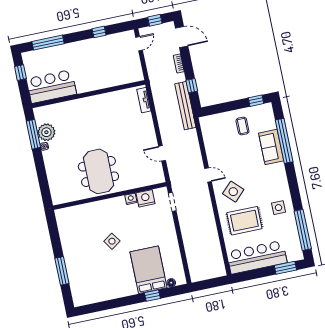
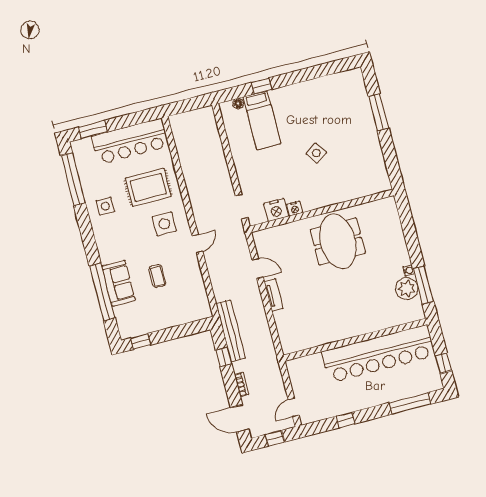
bar counter: (52, 86) -> (378, 354), width x1.86
tv unit: (144, 100) -> (274, 295), moved
coffee table: (242, 126) -> (157, 276), moved
door: (208, 175) -> (197, 244), swing flipped
side table: (233, 192) -> (164, 224), turned 45
bed: (148, 270) -> (262, 120), width x0.67

